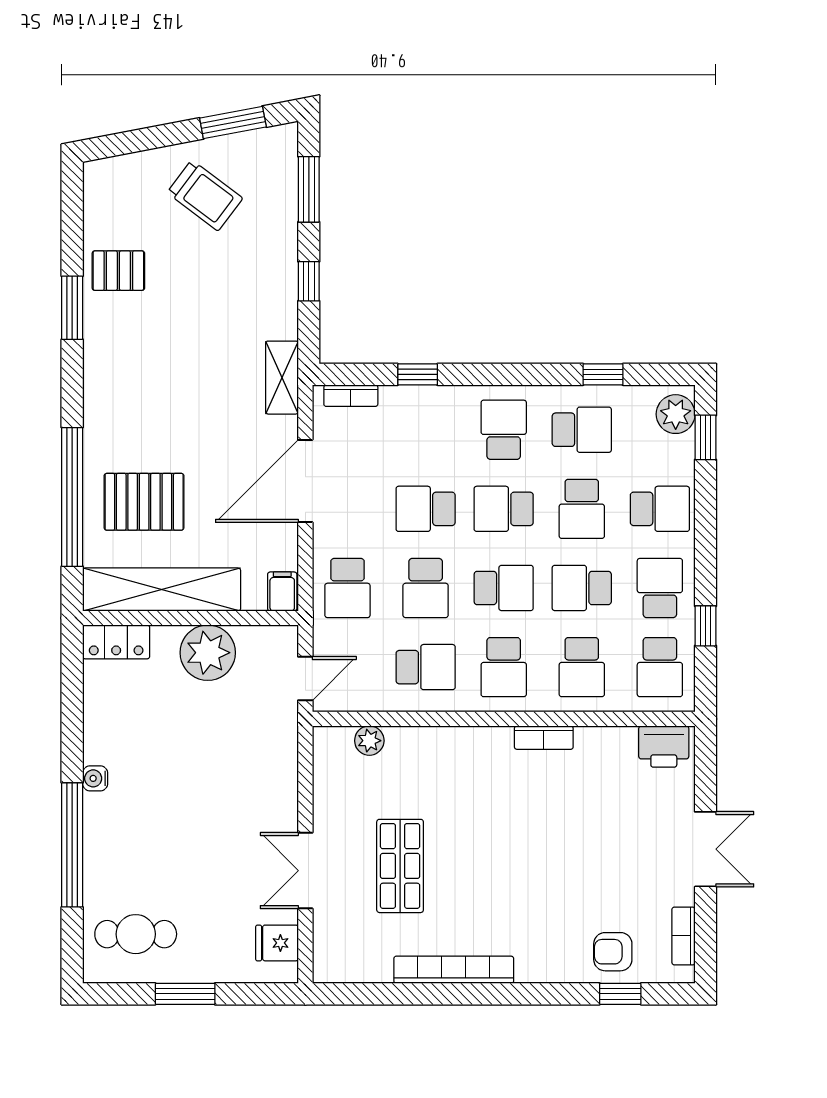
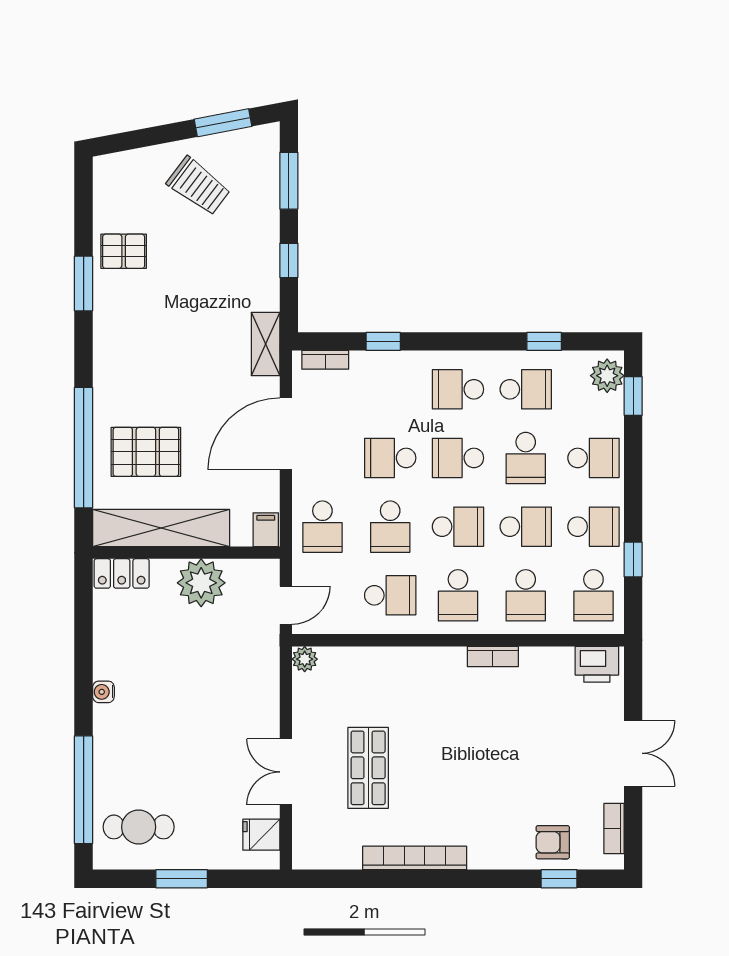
school desk: (504, 430) -> (458, 389), turned -90
school desk: (582, 588) -> (526, 527), turned 180
school desk: (660, 588) -> (593, 527), turned 90
plant: (369, 741) -> (305, 659), moved
window: (72, 845) -> (84, 790), moved

